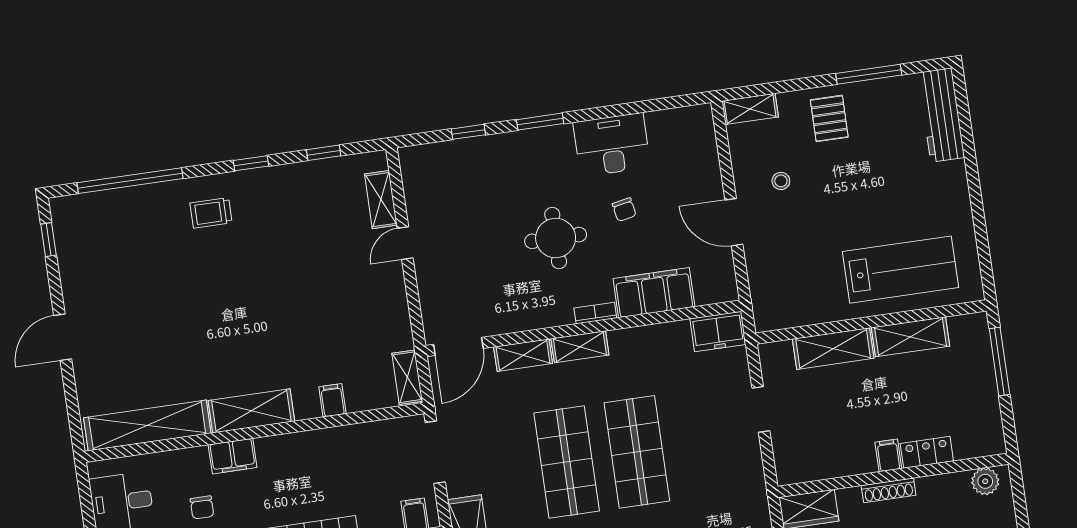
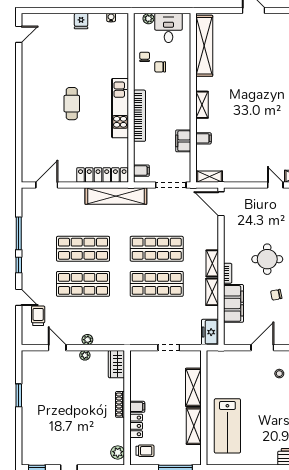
shelving: (523, 355) -> (212, 292), moved
shelving: (251, 411) -> (202, 105), width x0.67, depth x0.75
trolley: (974, 427) -> (145, 451), added
filing cabinet: (233, 456) -> (183, 141), moved

